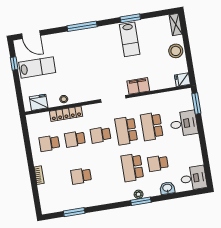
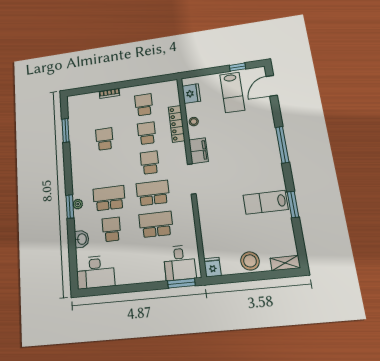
filing cabinet: (138, 86) -> (199, 151), moved
desk: (184, 124) -> (180, 263), moved
desk: (193, 178) -> (95, 272), width x1.37

